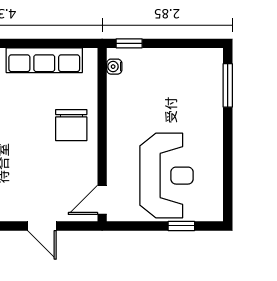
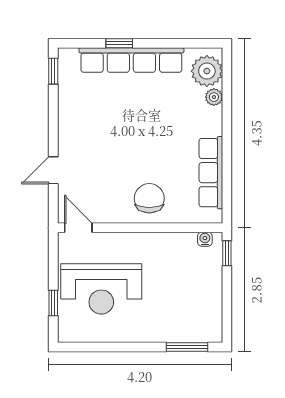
chair: (71, 125) -> (149, 198), turned 90

